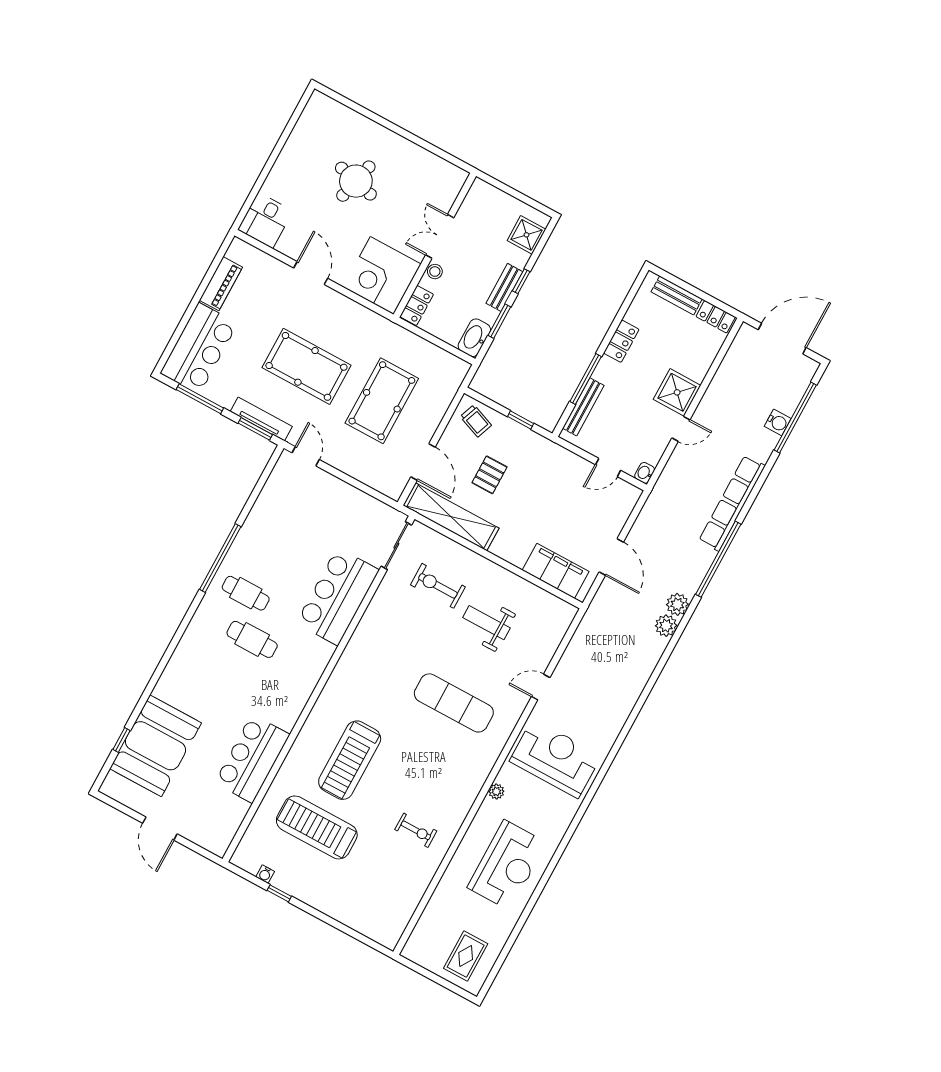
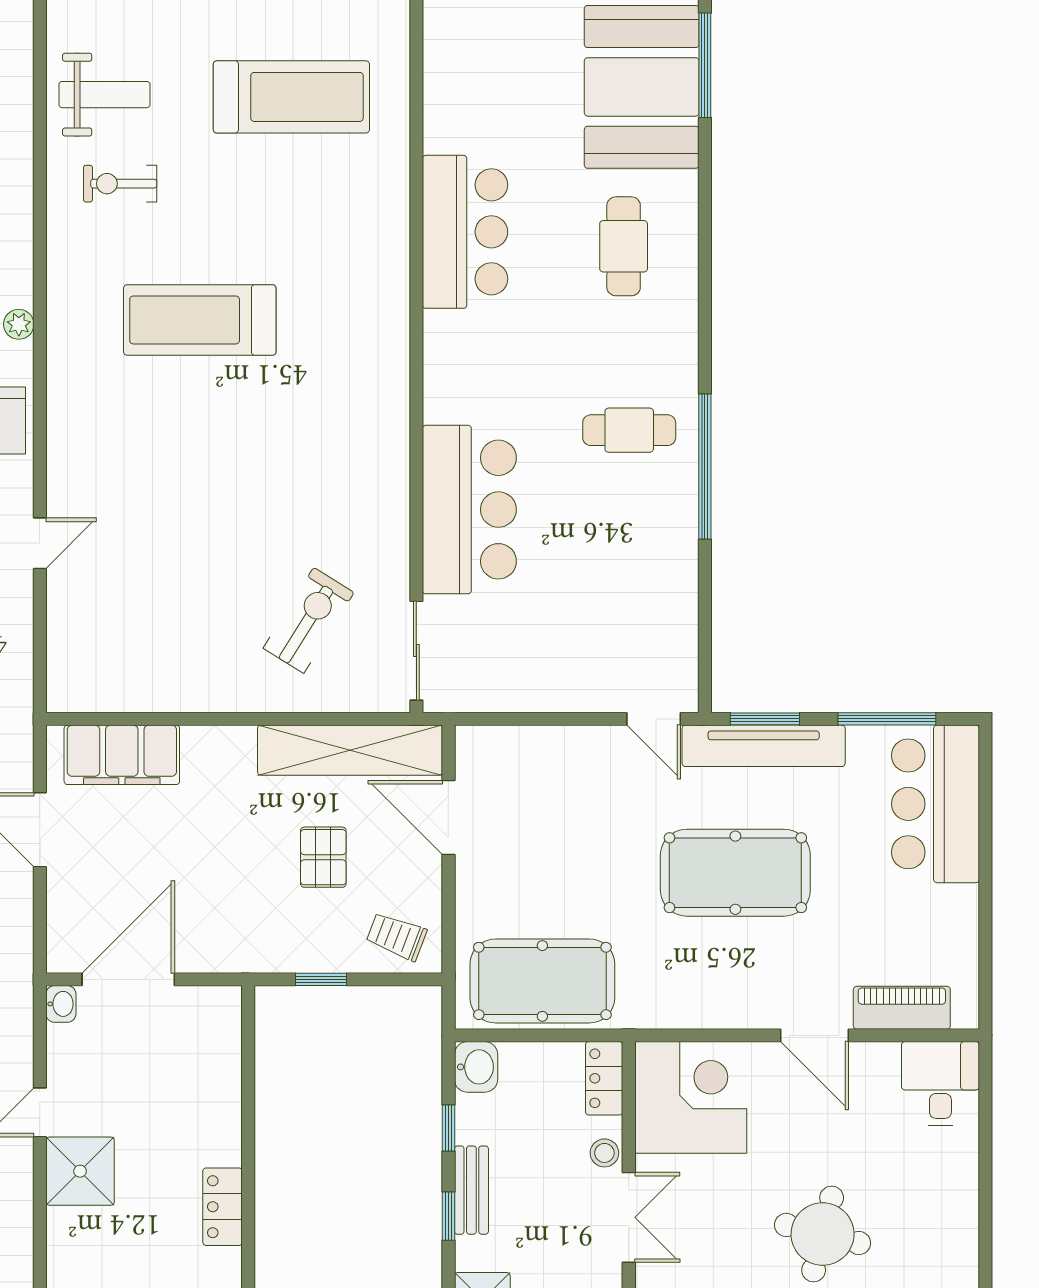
piano: (221, 284) -> (902, 1008), moved, turned 90
window: (499, 321) -> (448, 1128), width x0.67
washbasin: (474, 338) -> (476, 1067), width x0.72
window: (586, 379) -> (248, 1109), removed
pool table: (382, 401) -> (542, 981), moved, turned 90
bench: (583, 407) -> (227, 1060), removed
tv unit: (261, 419) -> (764, 746), width x1.36, depth x1.29
door: (608, 467) -> (128, 979), width x1.87
exercise bike: (438, 586) -> (309, 620), turned -58
weight bench: (486, 623) -> (104, 95), moved
cafe table: (252, 639) -> (624, 246), moved, turned 90
exercise mat: (454, 703) -> (173, 436), removed
window: (122, 740) -> (705, 65), width x2.17
bar counter: (252, 759) -> (465, 232), moved
treadmill: (350, 760) -> (200, 320), moved, turned -90

